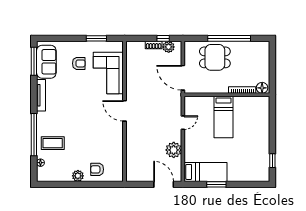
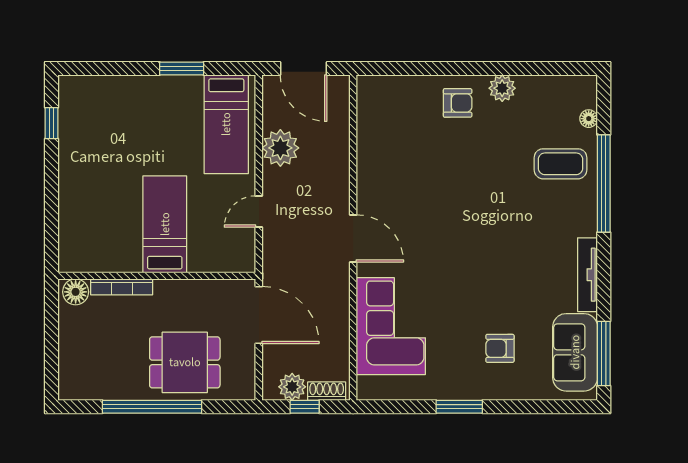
corner sofa: (108, 73) -> (391, 326), moved
door: (125, 111) -> (353, 238), moved
wall: (125, 111) -> (353, 238), moved
bed: (206, 172) -> (226, 124), moved, turned -90

